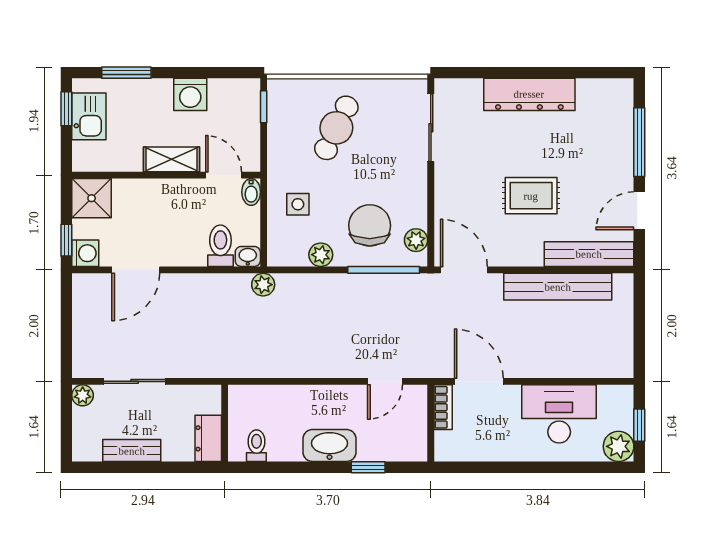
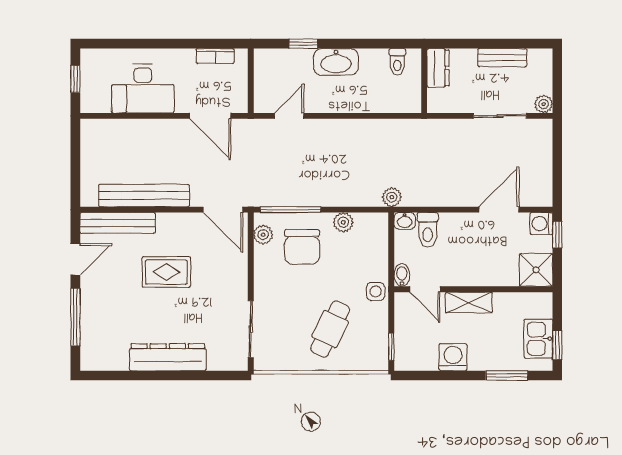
side table: (298, 204) -> (376, 291), moved
bookcase: (443, 407) -> (215, 56), moved, turned -90
plant: (619, 446) -> (93, 61), removed

